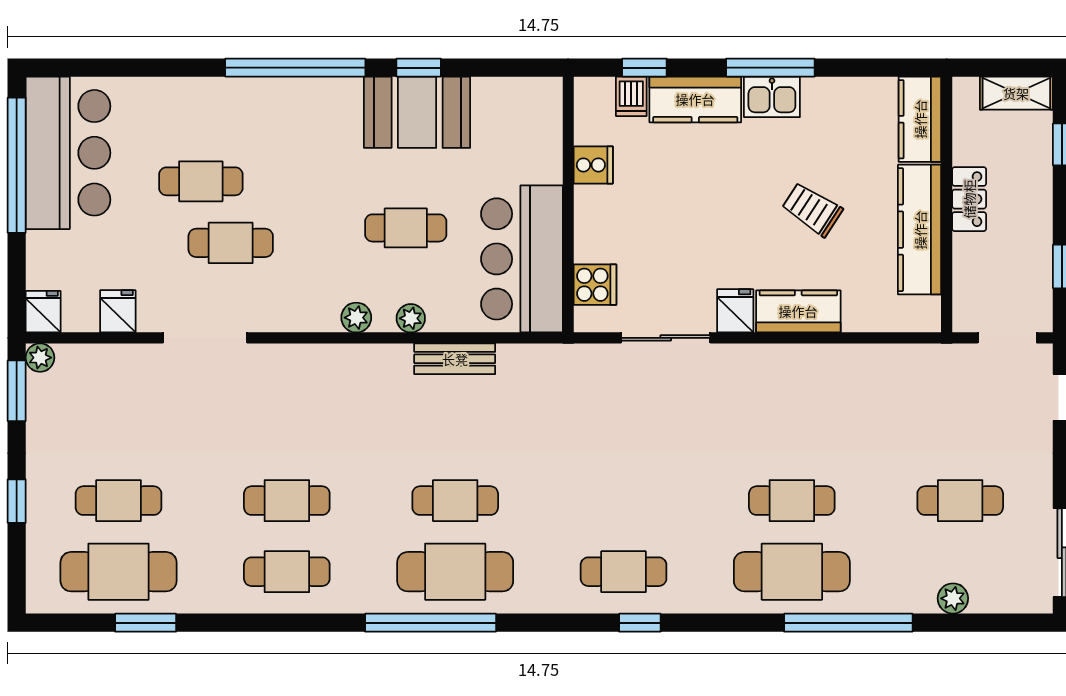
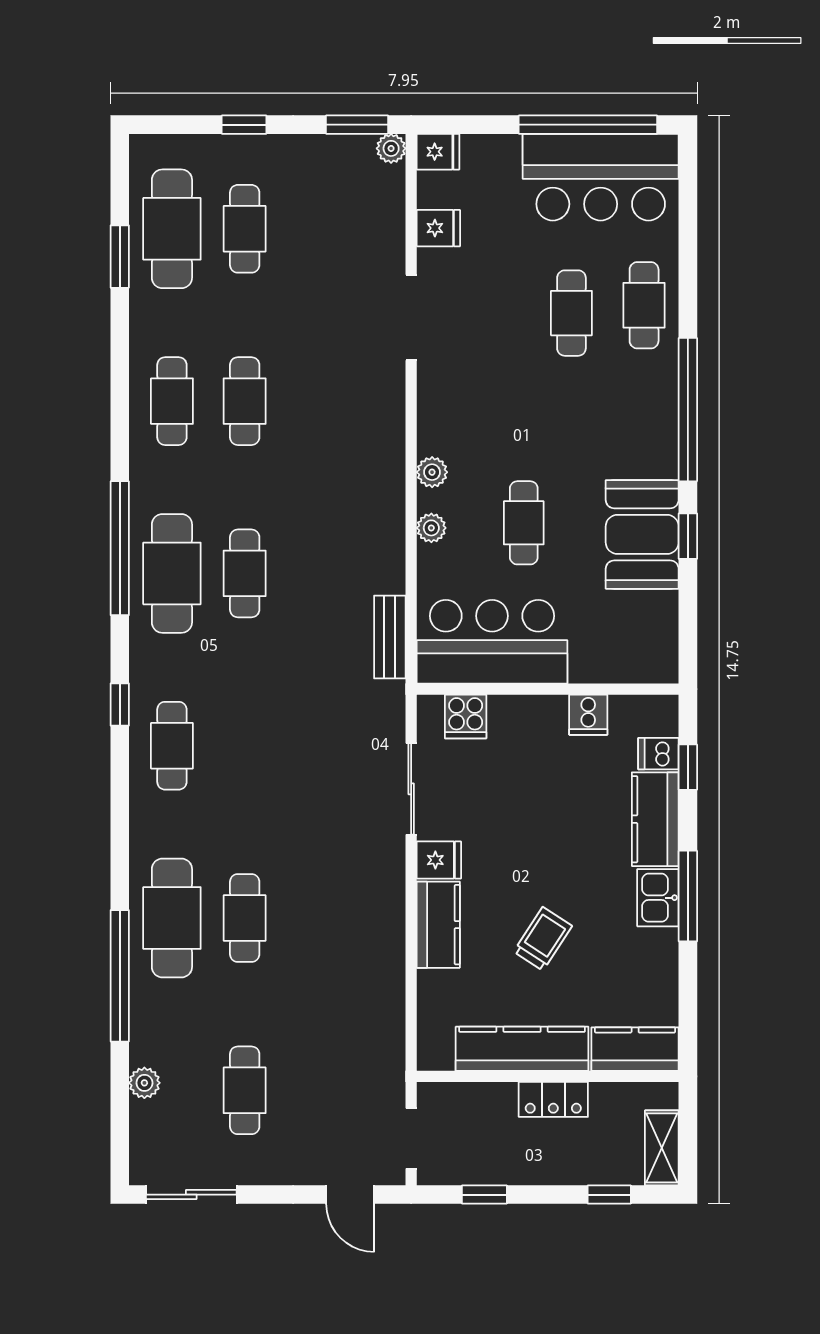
cafe table: (231, 243) -> (644, 305), moved
bench: (455, 359) -> (390, 637), moved
window: (640, 623) -> (120, 705), moved

